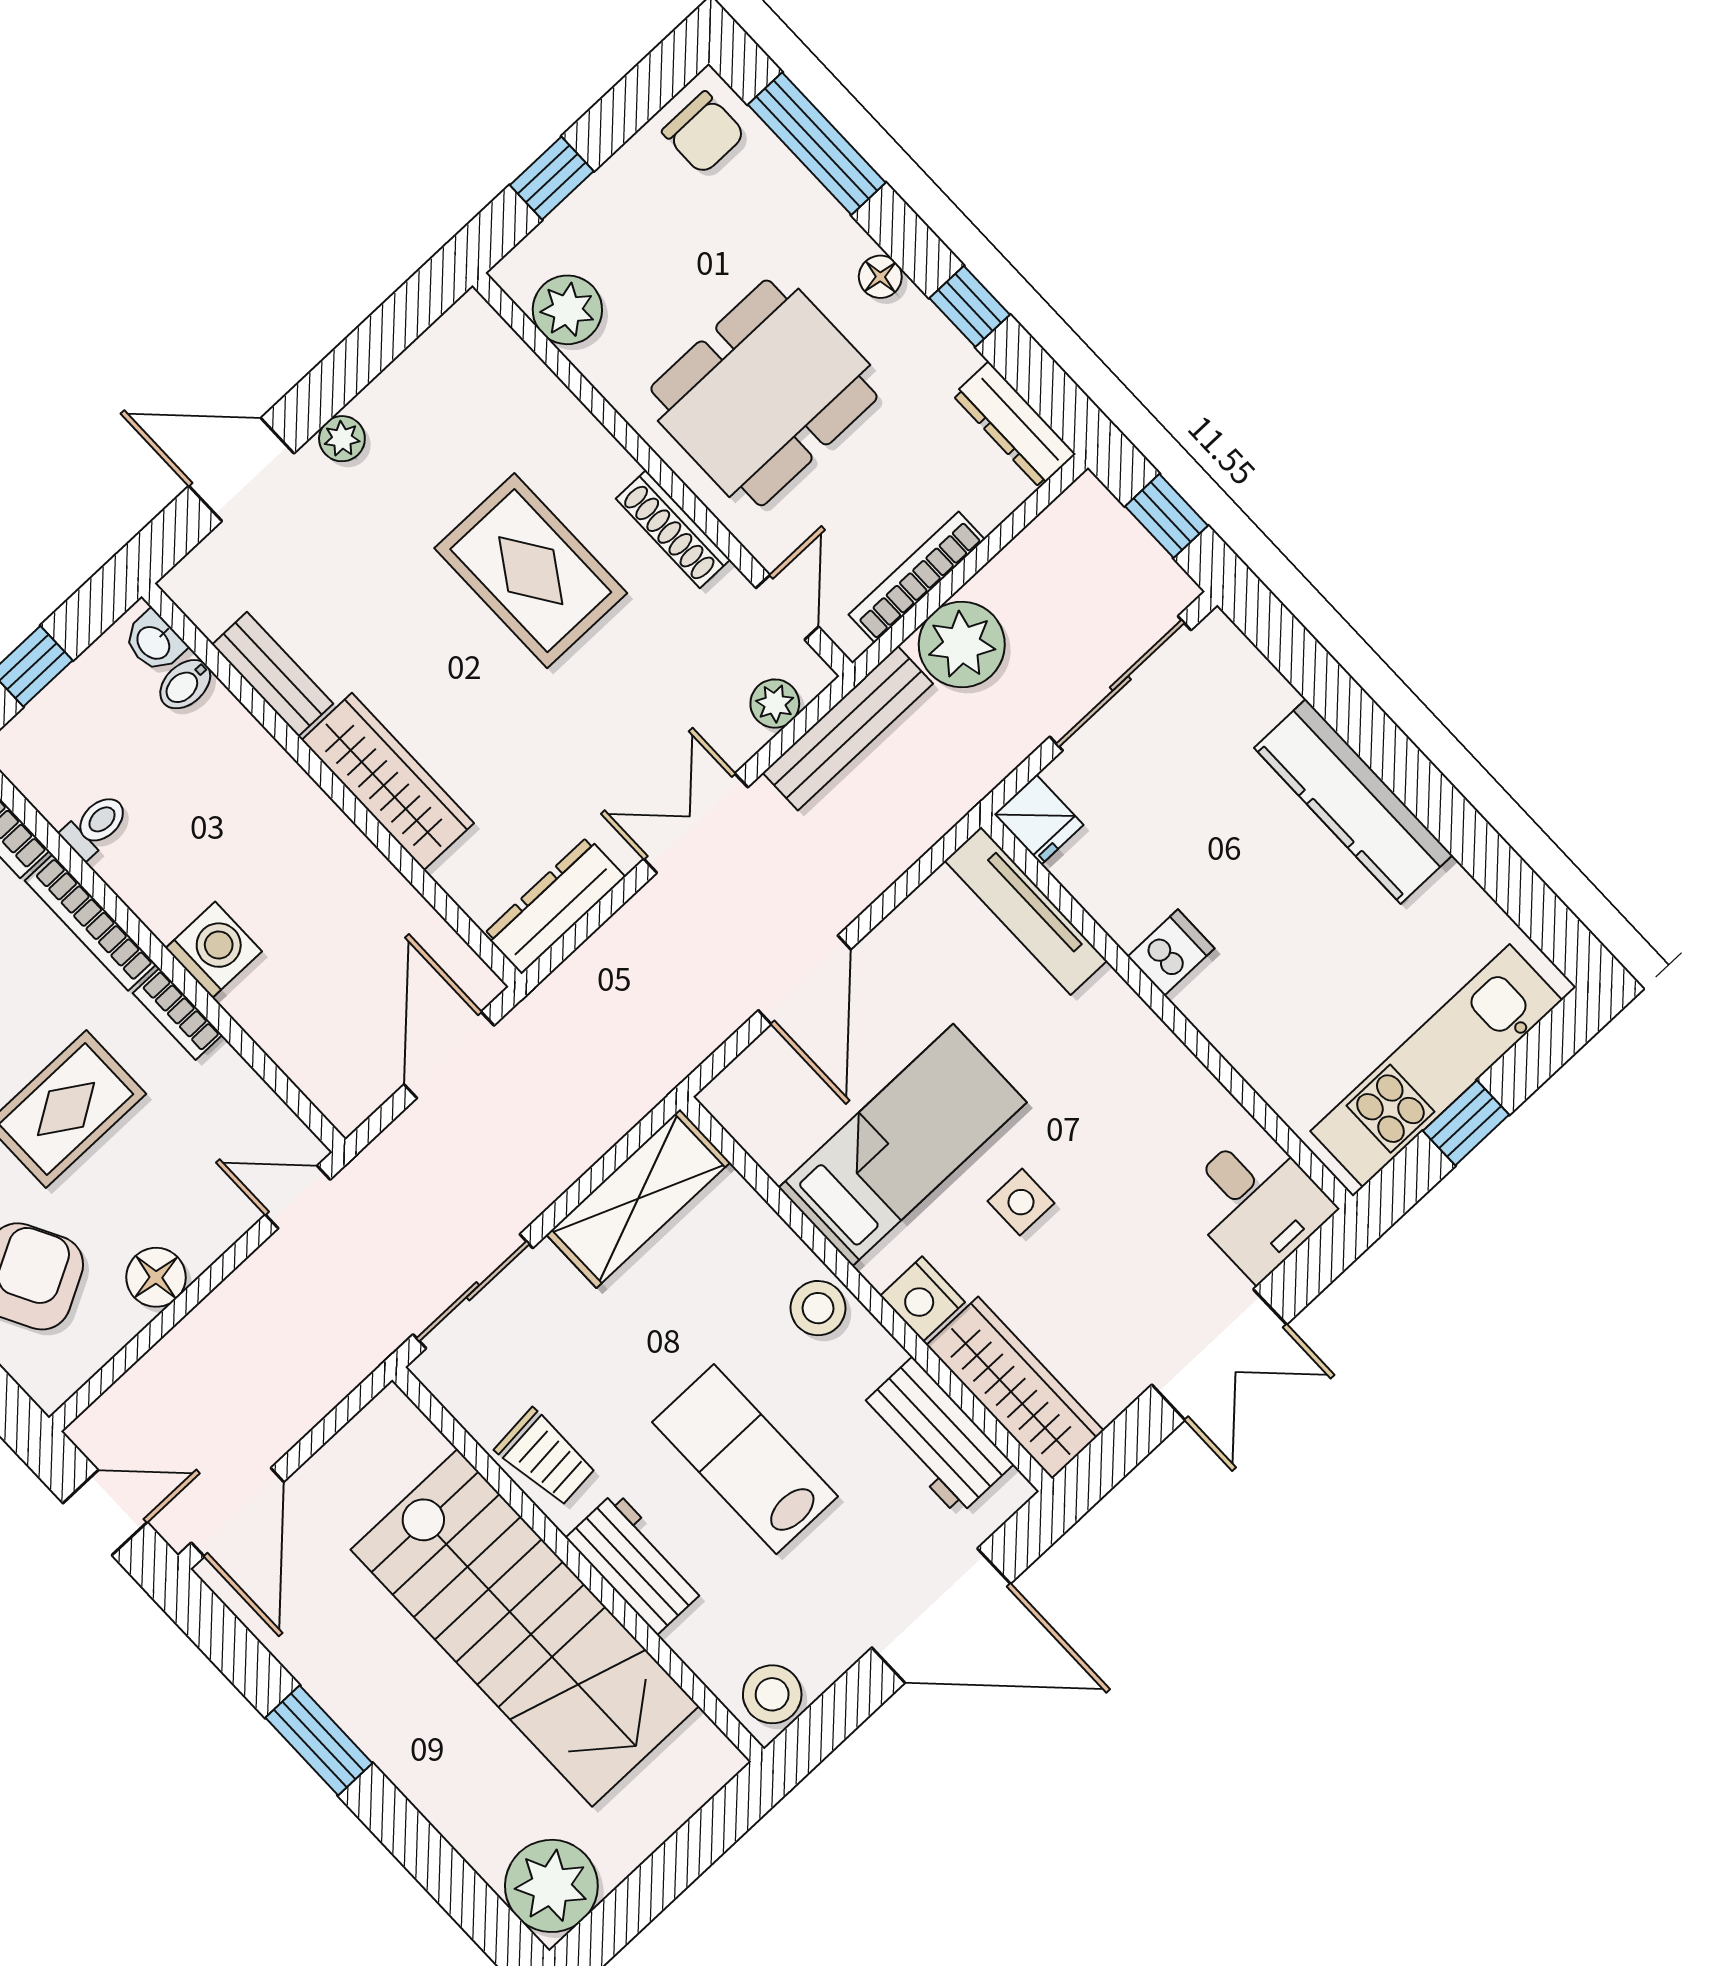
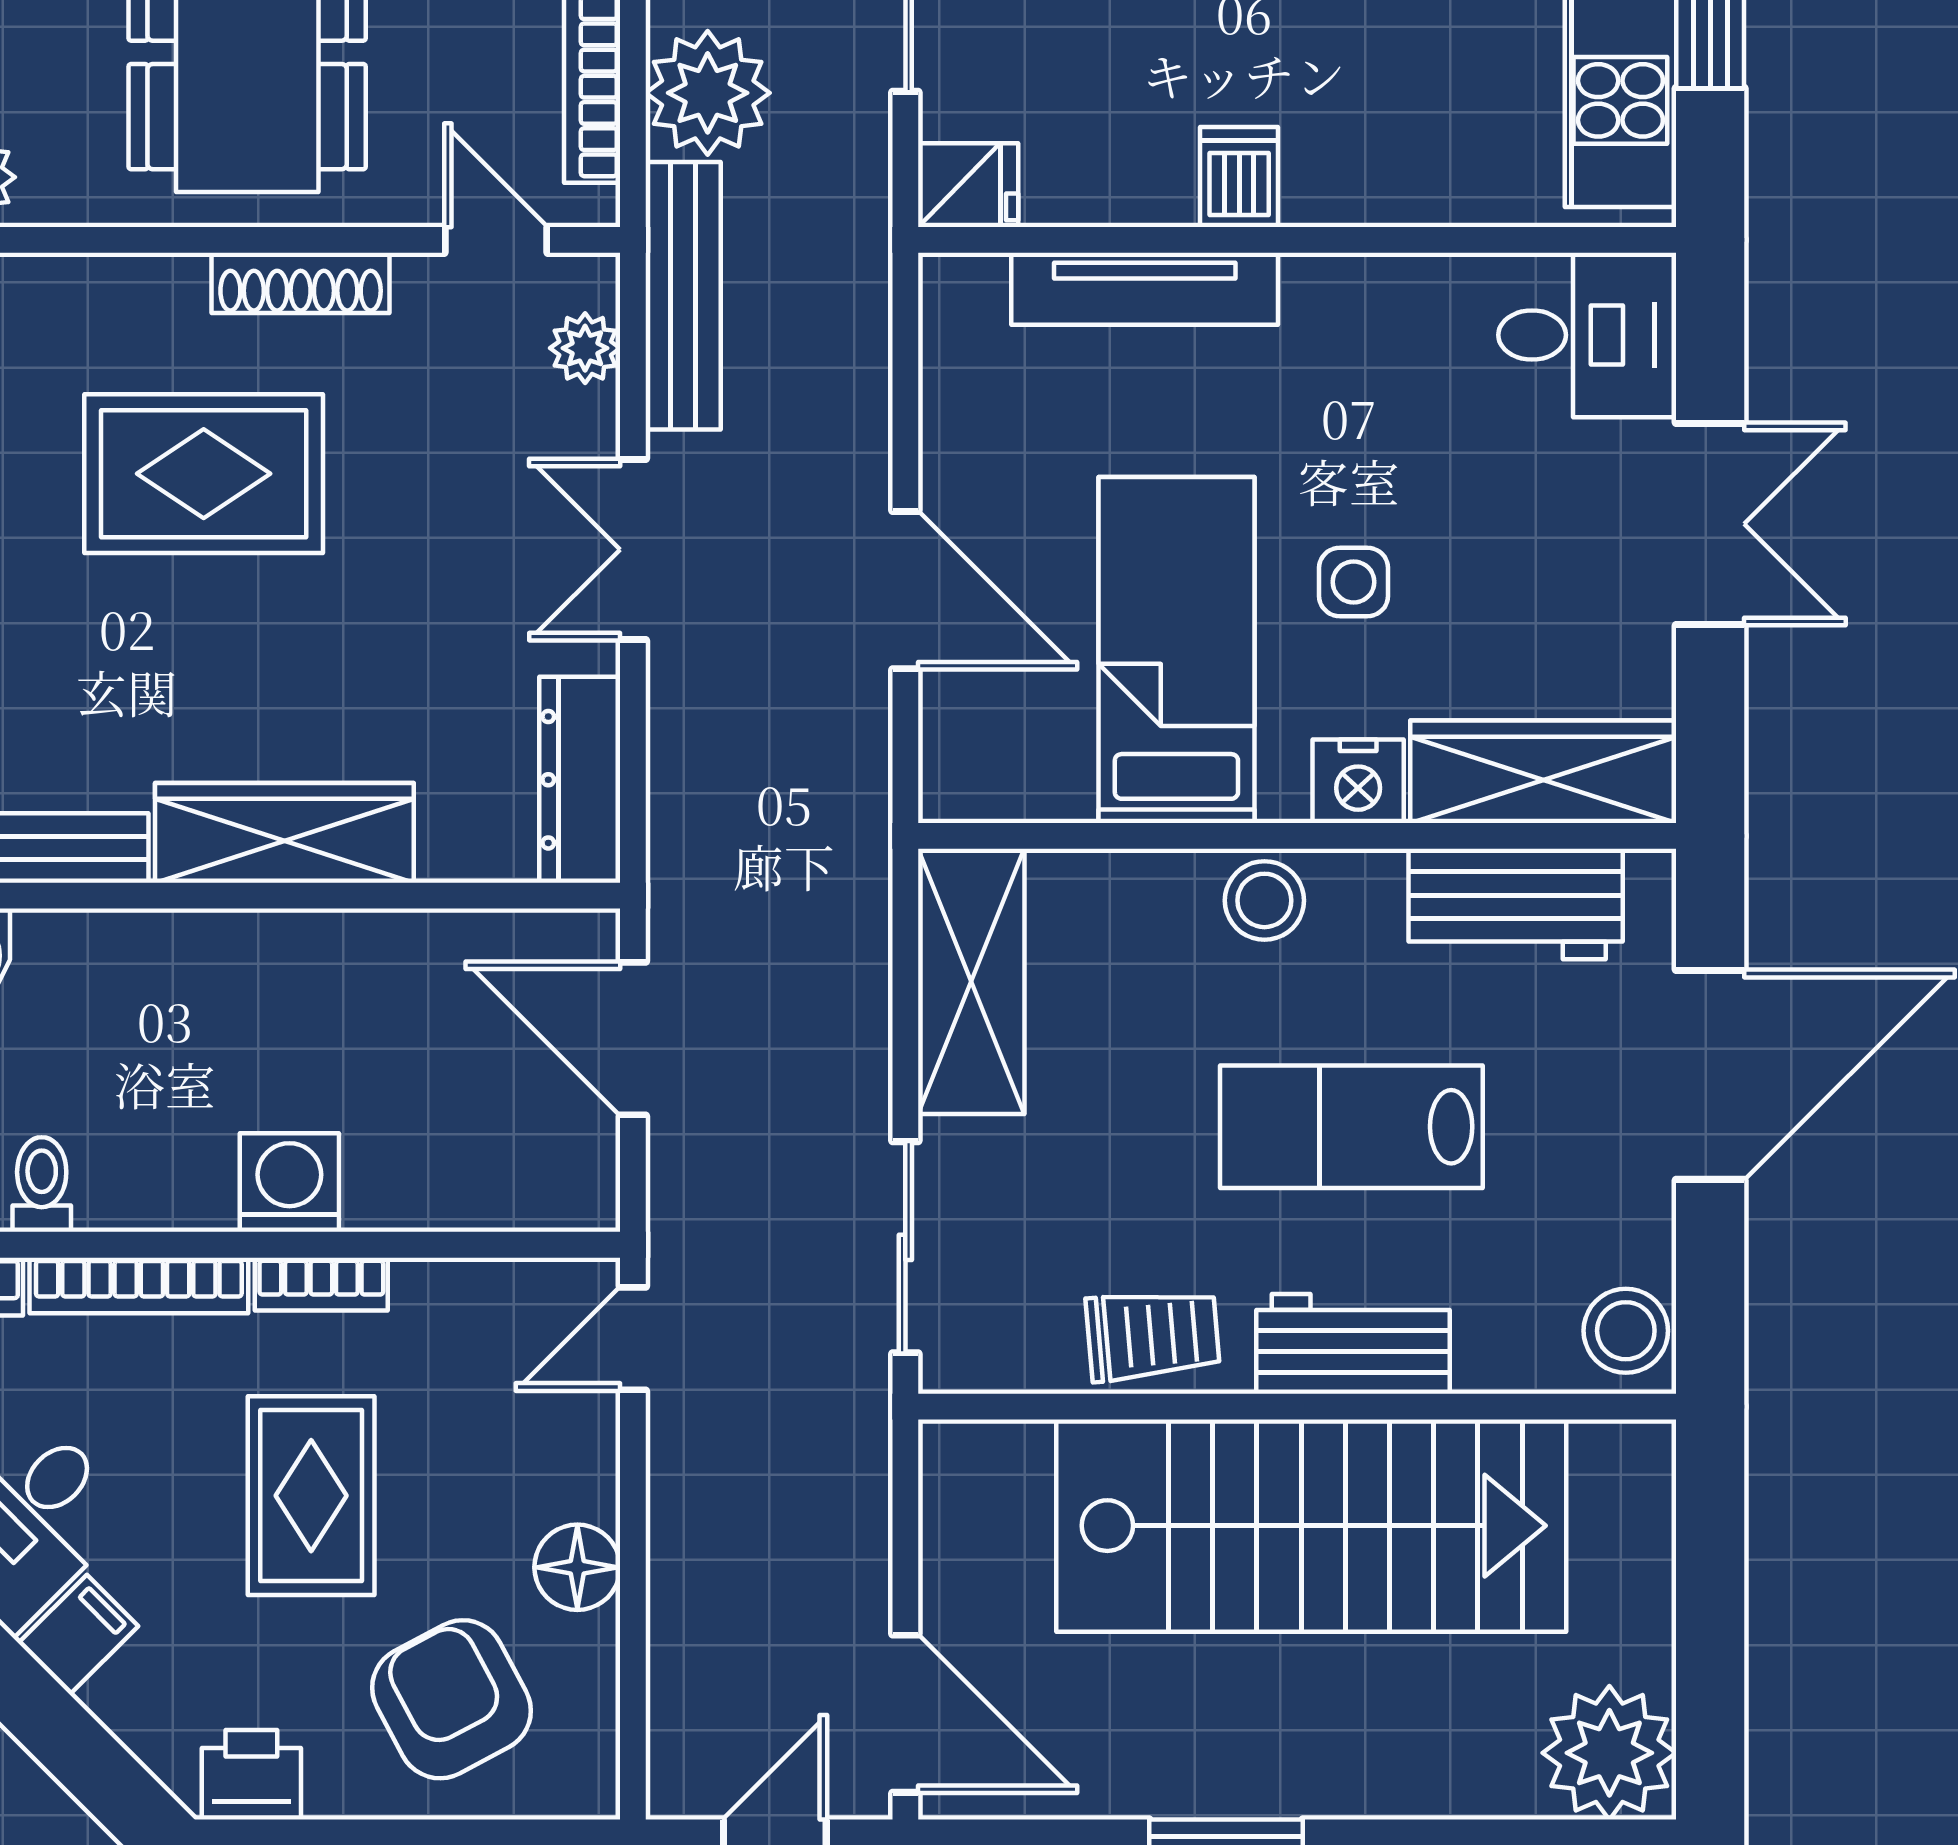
tv unit: (1026, 911) -> (1145, 289), moved

